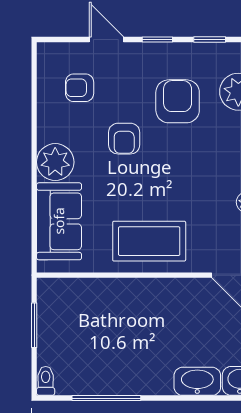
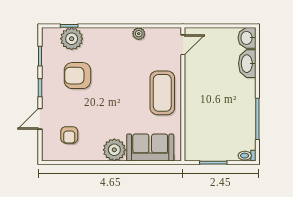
armchair: (124, 139) -> (100, 108), removed

